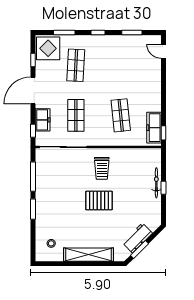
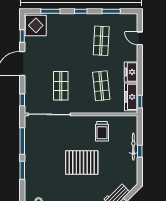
door: (163, 51) -> (140, 38), moved
shop shelf: (76, 65) -> (101, 41), moved
freezer: (43, 120) -> (131, 72), moved, turned 180
trolley: (102, 168) -> (102, 131), moved
pallet: (99, 200) -> (82, 163), width x1.37, depth x1.41

